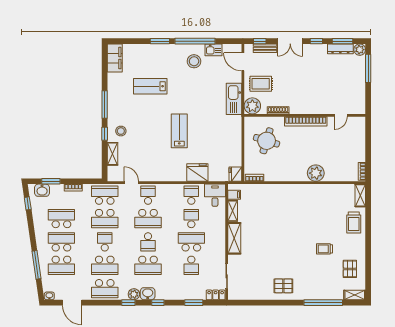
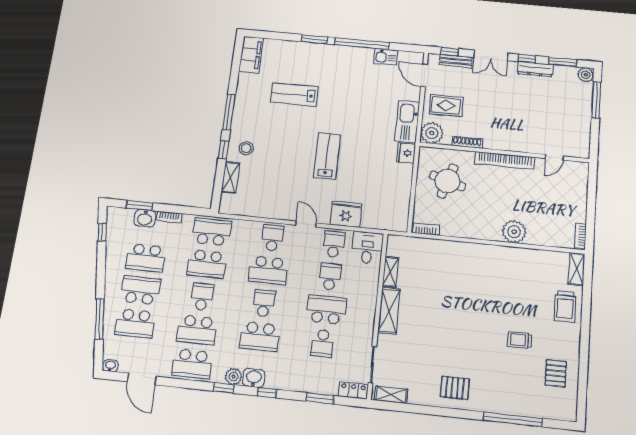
dresser: (340, 49) -> (535, 69), moved
stool: (194, 61) -> (358, 69), removed
fridge: (235, 174) -> (406, 153), moved
door: (131, 183) -> (306, 224), moved
washbasin: (42, 190) -> (145, 218), moved
filing cabinet: (234, 195) -> (395, 250), removed
school desk: (61, 219) -> (146, 258), turned 180
school desk: (148, 242) -> (264, 303), turned 180
shelving: (355, 295) -> (391, 395), moved

